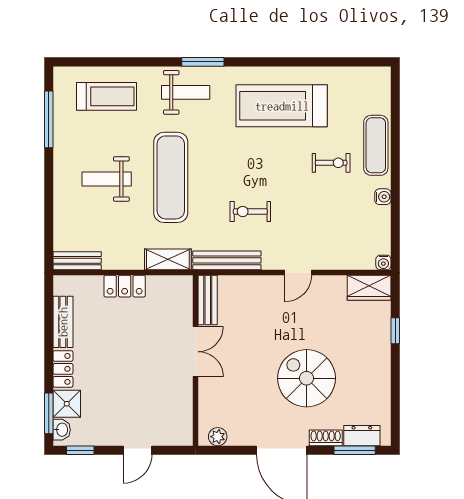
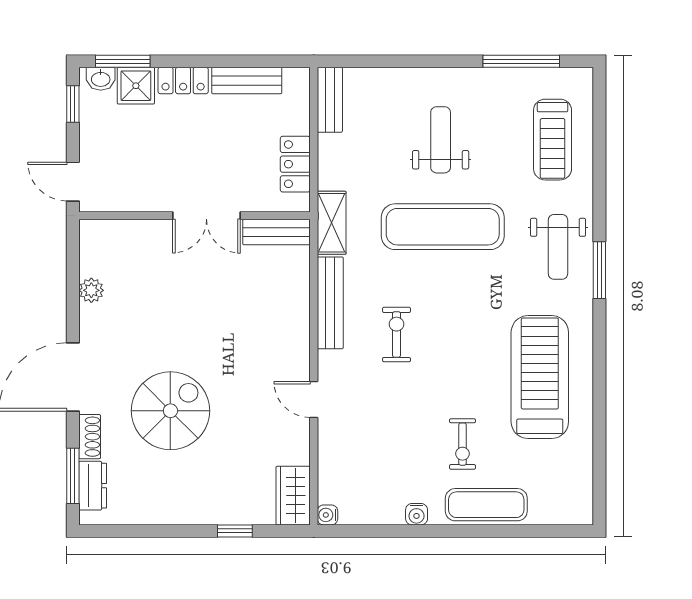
bench: (208, 300) -> (277, 232), moved
double door: (196, 352) -> (206, 216), moved
wall: (196, 360) -> (195, 216), moved

